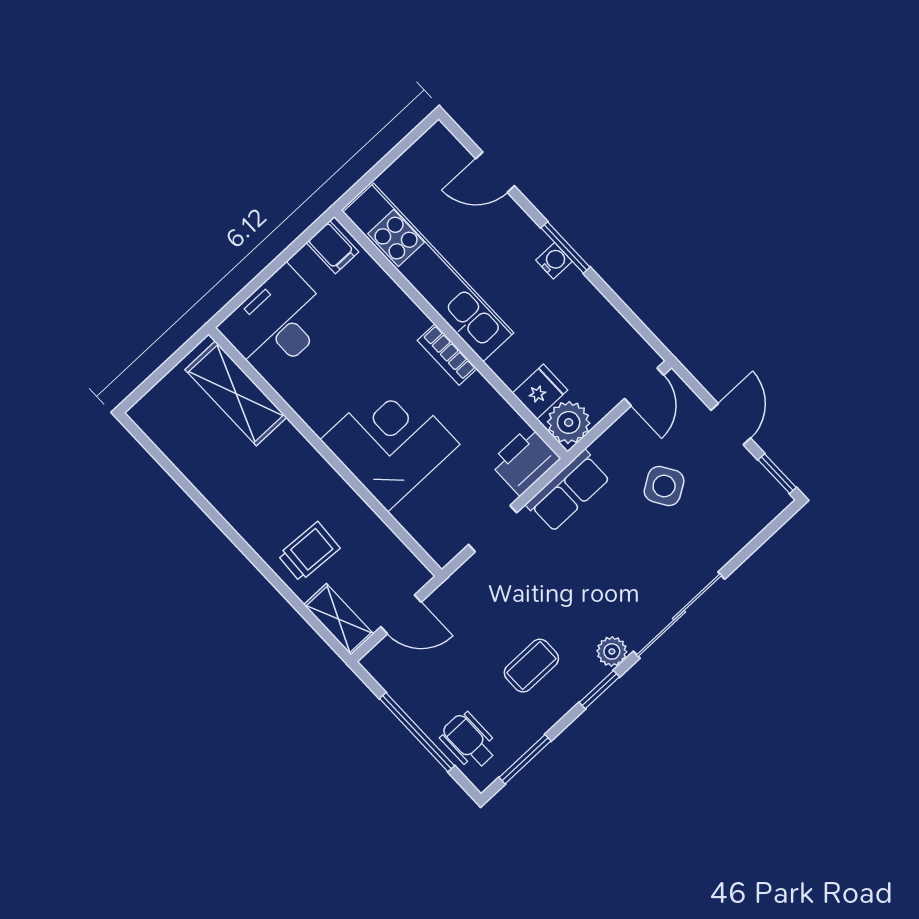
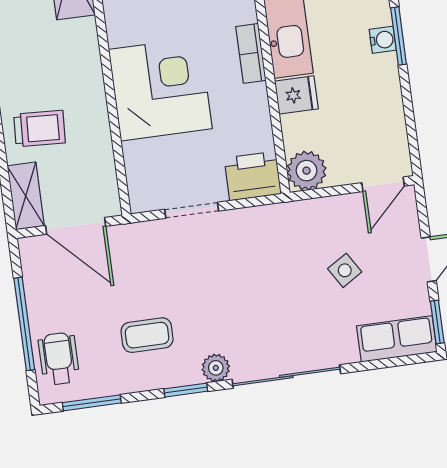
fridge: (540, 392) -> (296, 95), moved
side table: (664, 486) -> (345, 270), width x0.73, depth x0.73
row of seats: (568, 491) -> (397, 339), moved, turned 180
door: (401, 614) -> (76, 226), width x1.38

